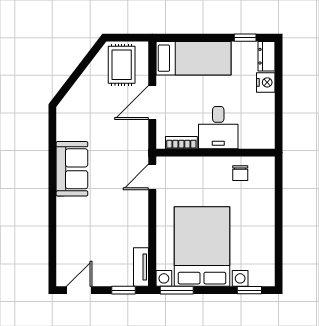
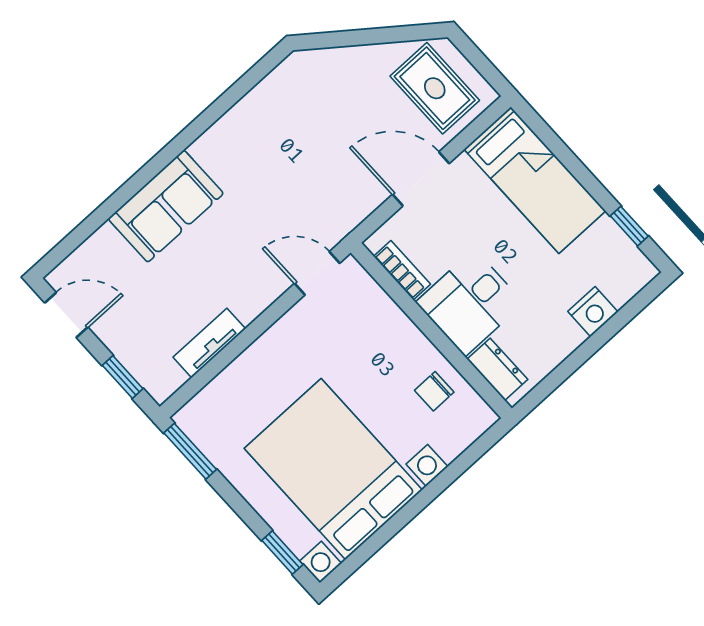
dresser: (266, 56) -> (497, 369), moved, turned 90
rug: (122, 65) -> (435, 88), turned 90
sofa: (72, 169) -> (166, 206), moved
bed with nightstands: (202, 246) -> (333, 469), moved, turned -90
tv unit: (141, 267) -> (209, 343), moved

